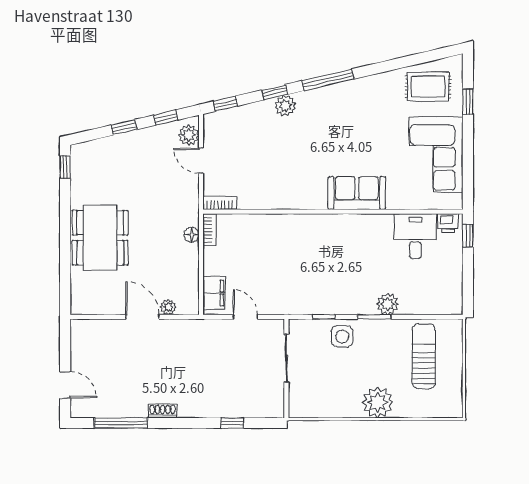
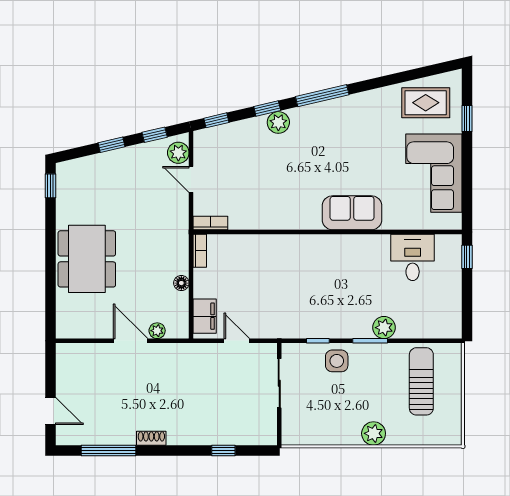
printer: (448, 223) -> (446, 244), removed
floor lamp: (192, 235) -> (181, 283), moved
plant: (378, 402) -> (374, 433), width x0.73, depth x0.73

